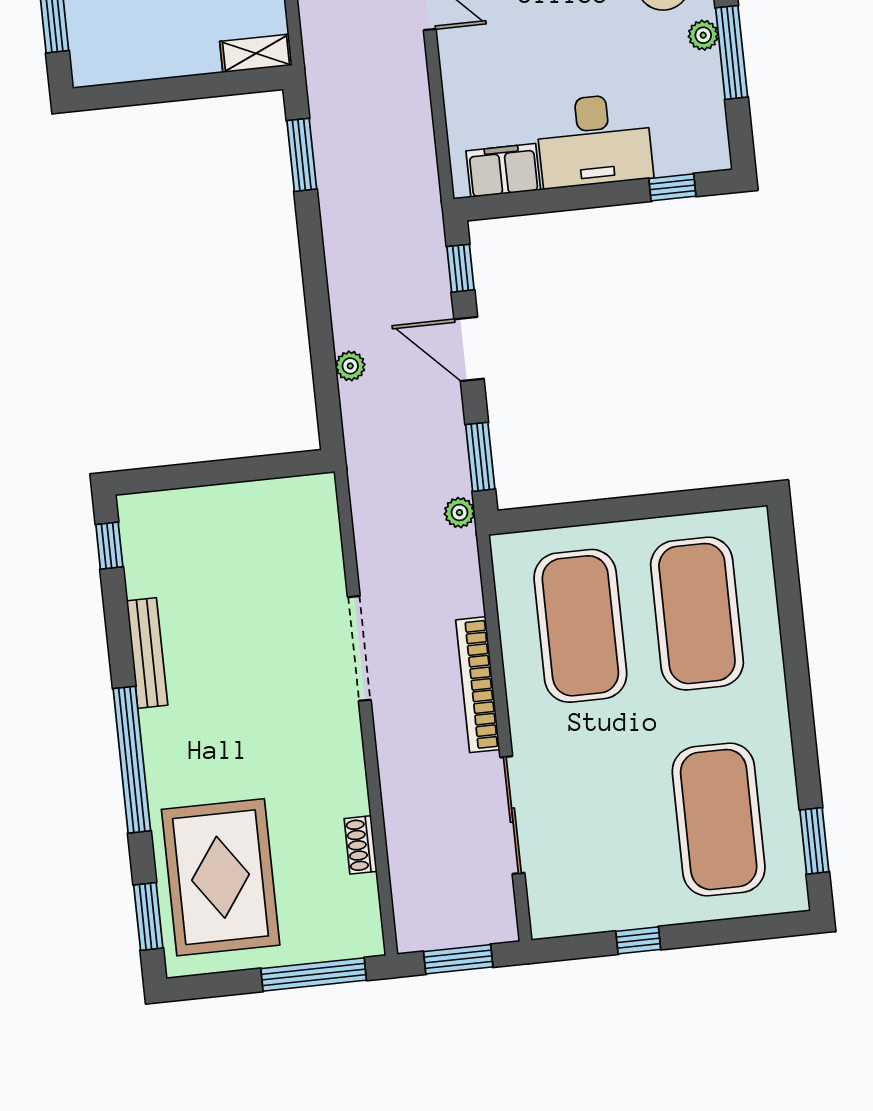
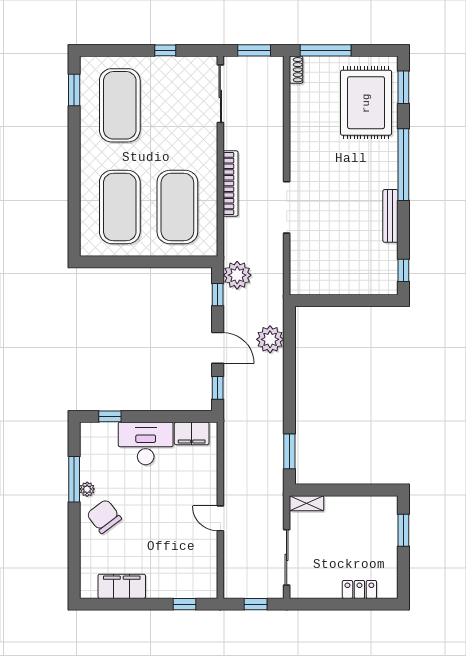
plant: (350, 366) -> (270, 339), width x1.87, depth x1.87
window: (480, 457) -> (218, 295), width x0.67
plant: (459, 513) -> (237, 275), width x1.88, depth x1.88
sliding door: (512, 815) -> (220, 94), moved
shoe rack: (361, 845) -> (296, 70), moved

